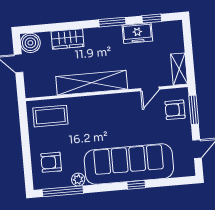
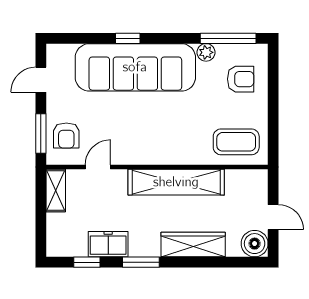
wardrobe: (68, 39) -> (193, 245), width x1.50
armchair: (175, 110) -> (66, 136), turned 90

